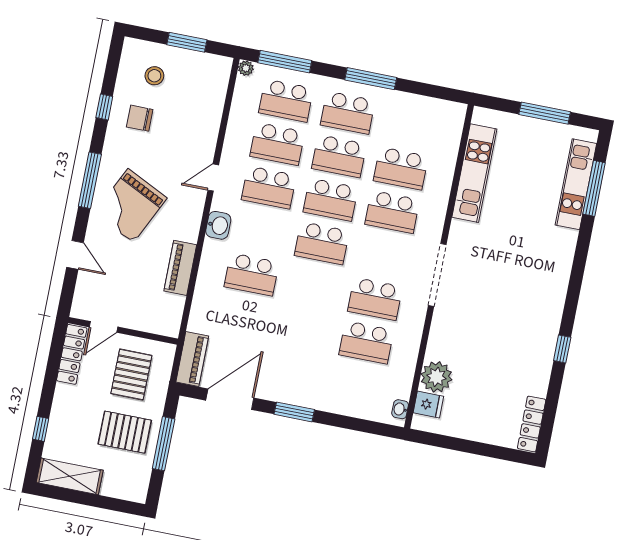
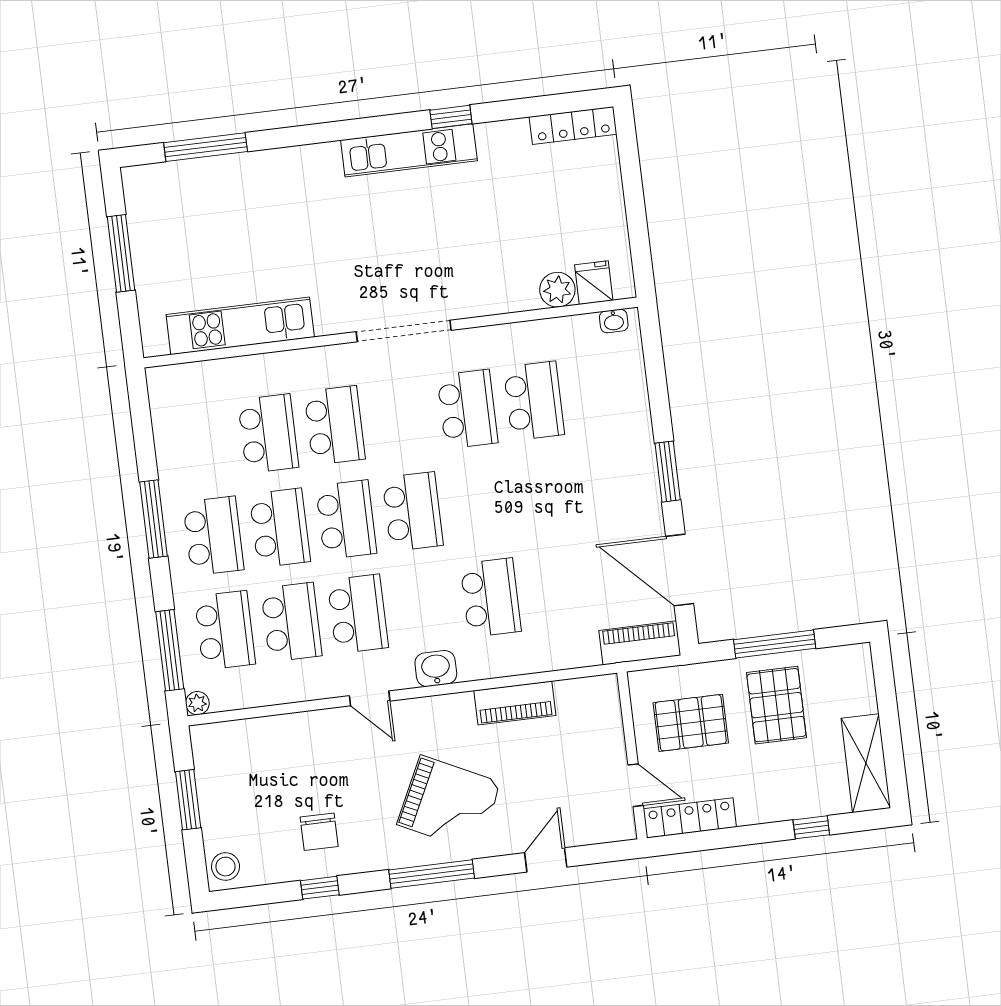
stool: (154, 76) -> (226, 867), moved
kitchen unit: (576, 184) -> (409, 150), moved
plant: (436, 377) -> (557, 290), width x0.73, depth x0.73

